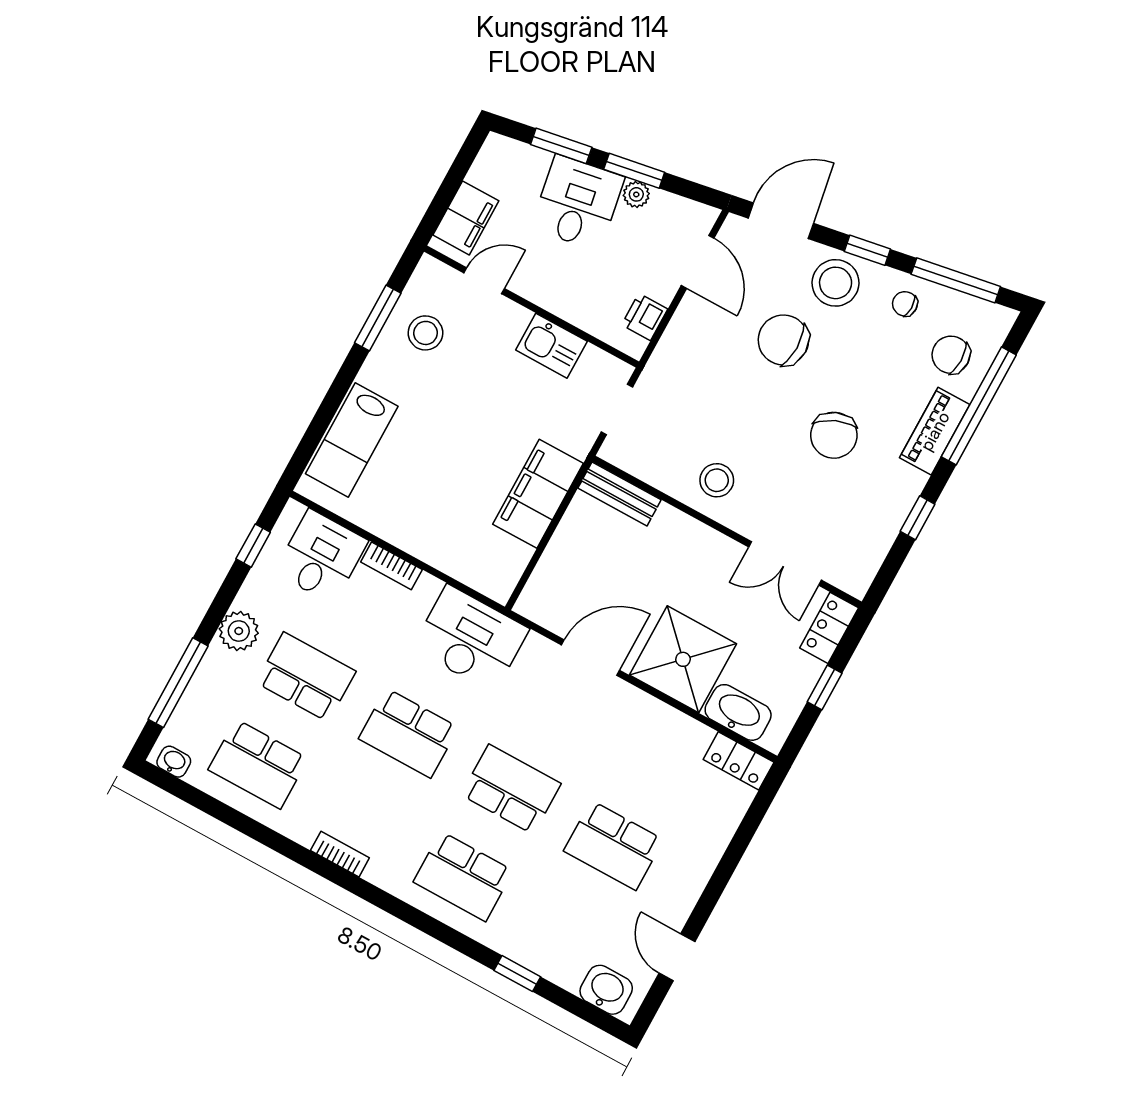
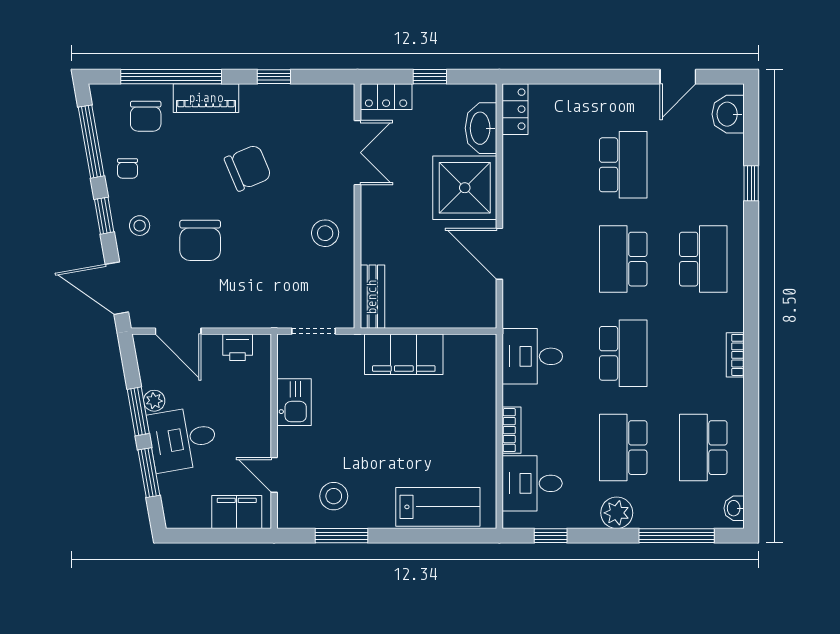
door: (698, 262) -> (178, 331), swing flipped
stool: (836, 283) -> (140, 226), width x0.53, depth x0.53
desk: (471, 639) -> (532, 356), width x0.73
school desk: (258, 764) -> (703, 448), turned 180

